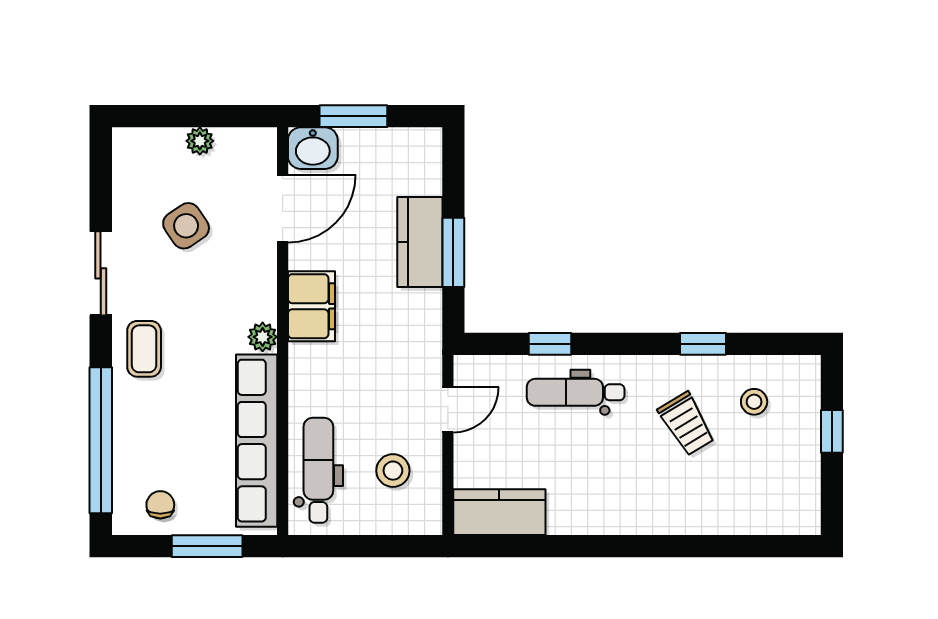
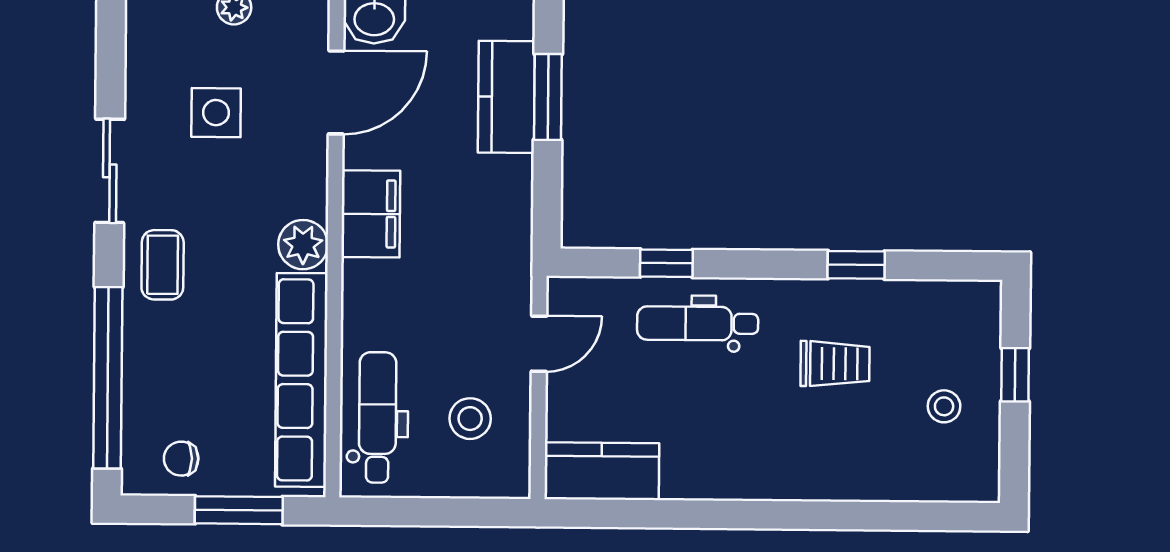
side table: (186, 226) -> (216, 113), turned 34
kitchen counter: (420, 242) -> (506, 97), moved
window: (453, 252) -> (548, 97), moved
plant: (263, 337) -> (303, 245), width x1.38, depth x1.38
stool: (754, 402) -> (944, 406), moved
trolley: (687, 424) -> (835, 364), turned -59
chair: (160, 505) -> (181, 459), turned -90

